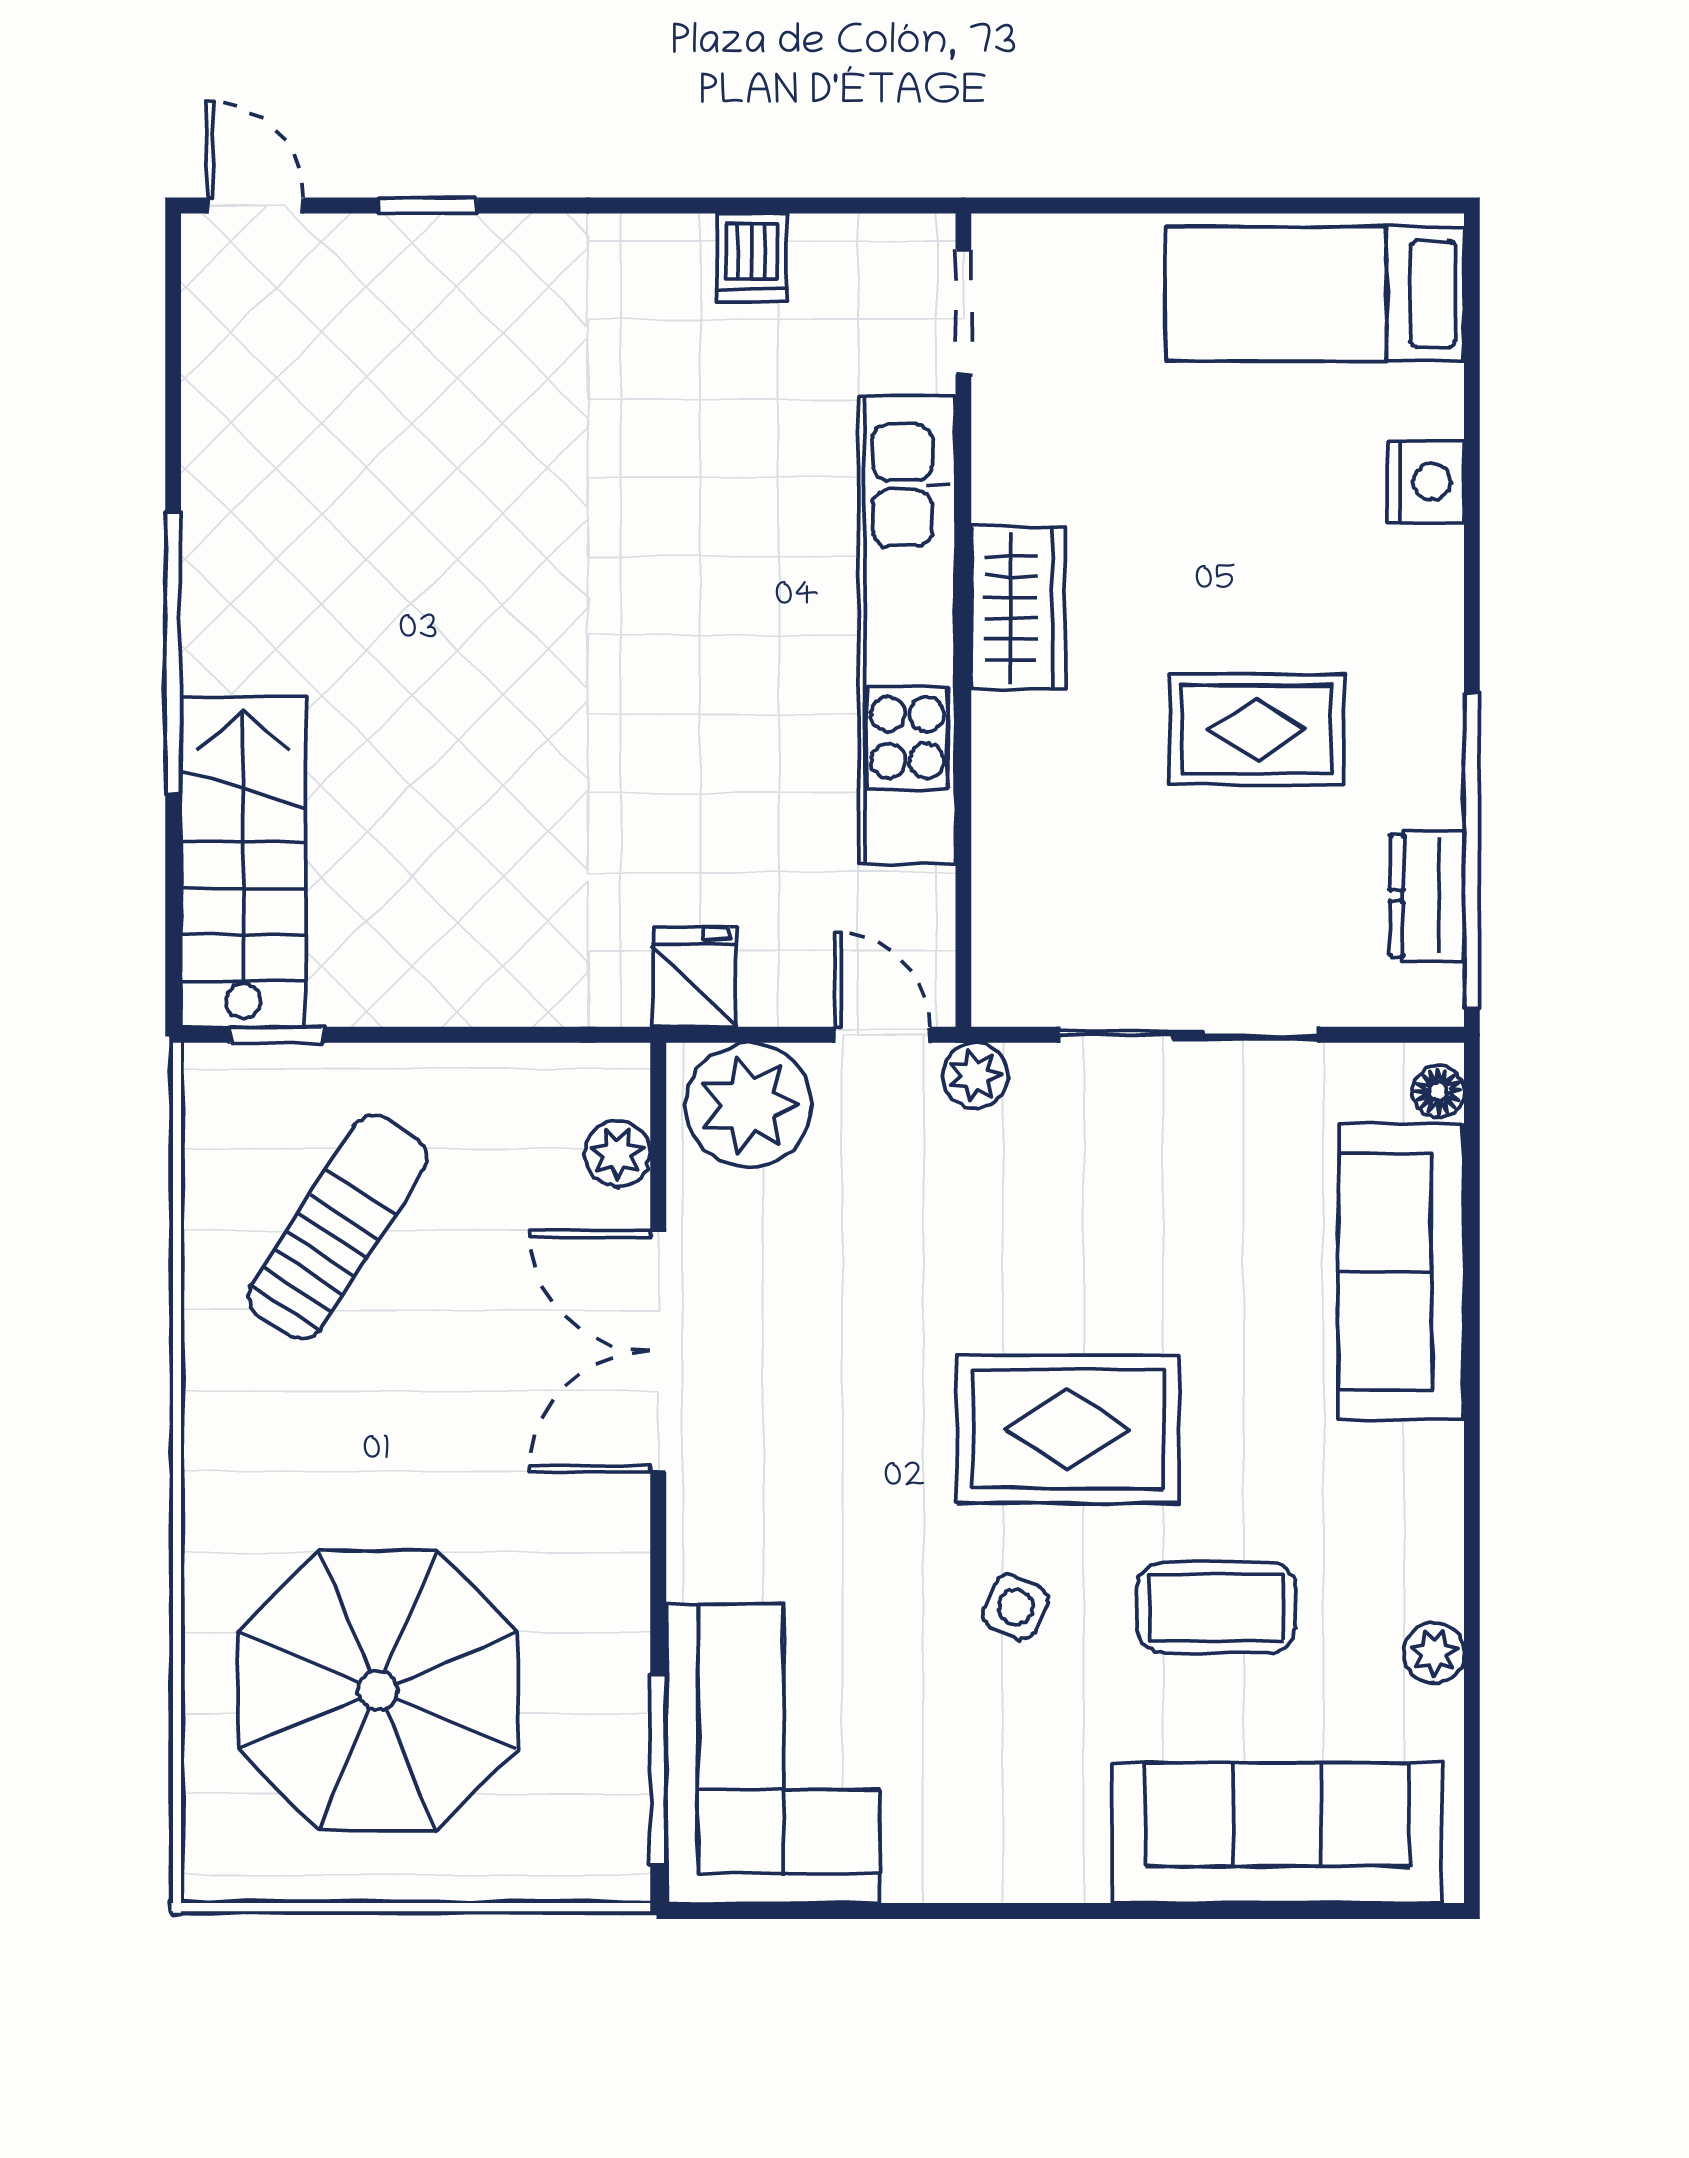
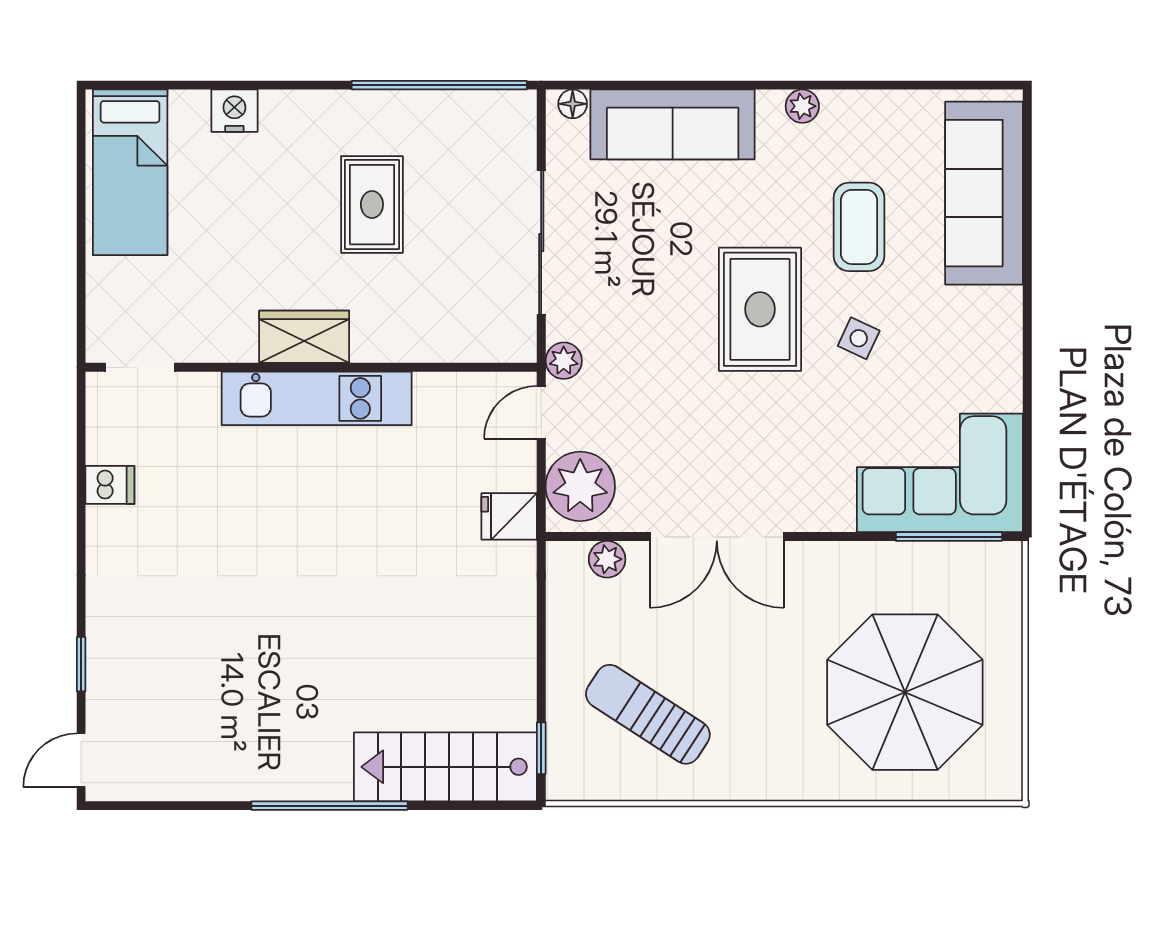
kitchen unit: (907, 630) -> (317, 398), width x0.73
dresser: (1427, 896) -> (464, 110), removed
plant: (1434, 1653) -> (802, 106), moved

